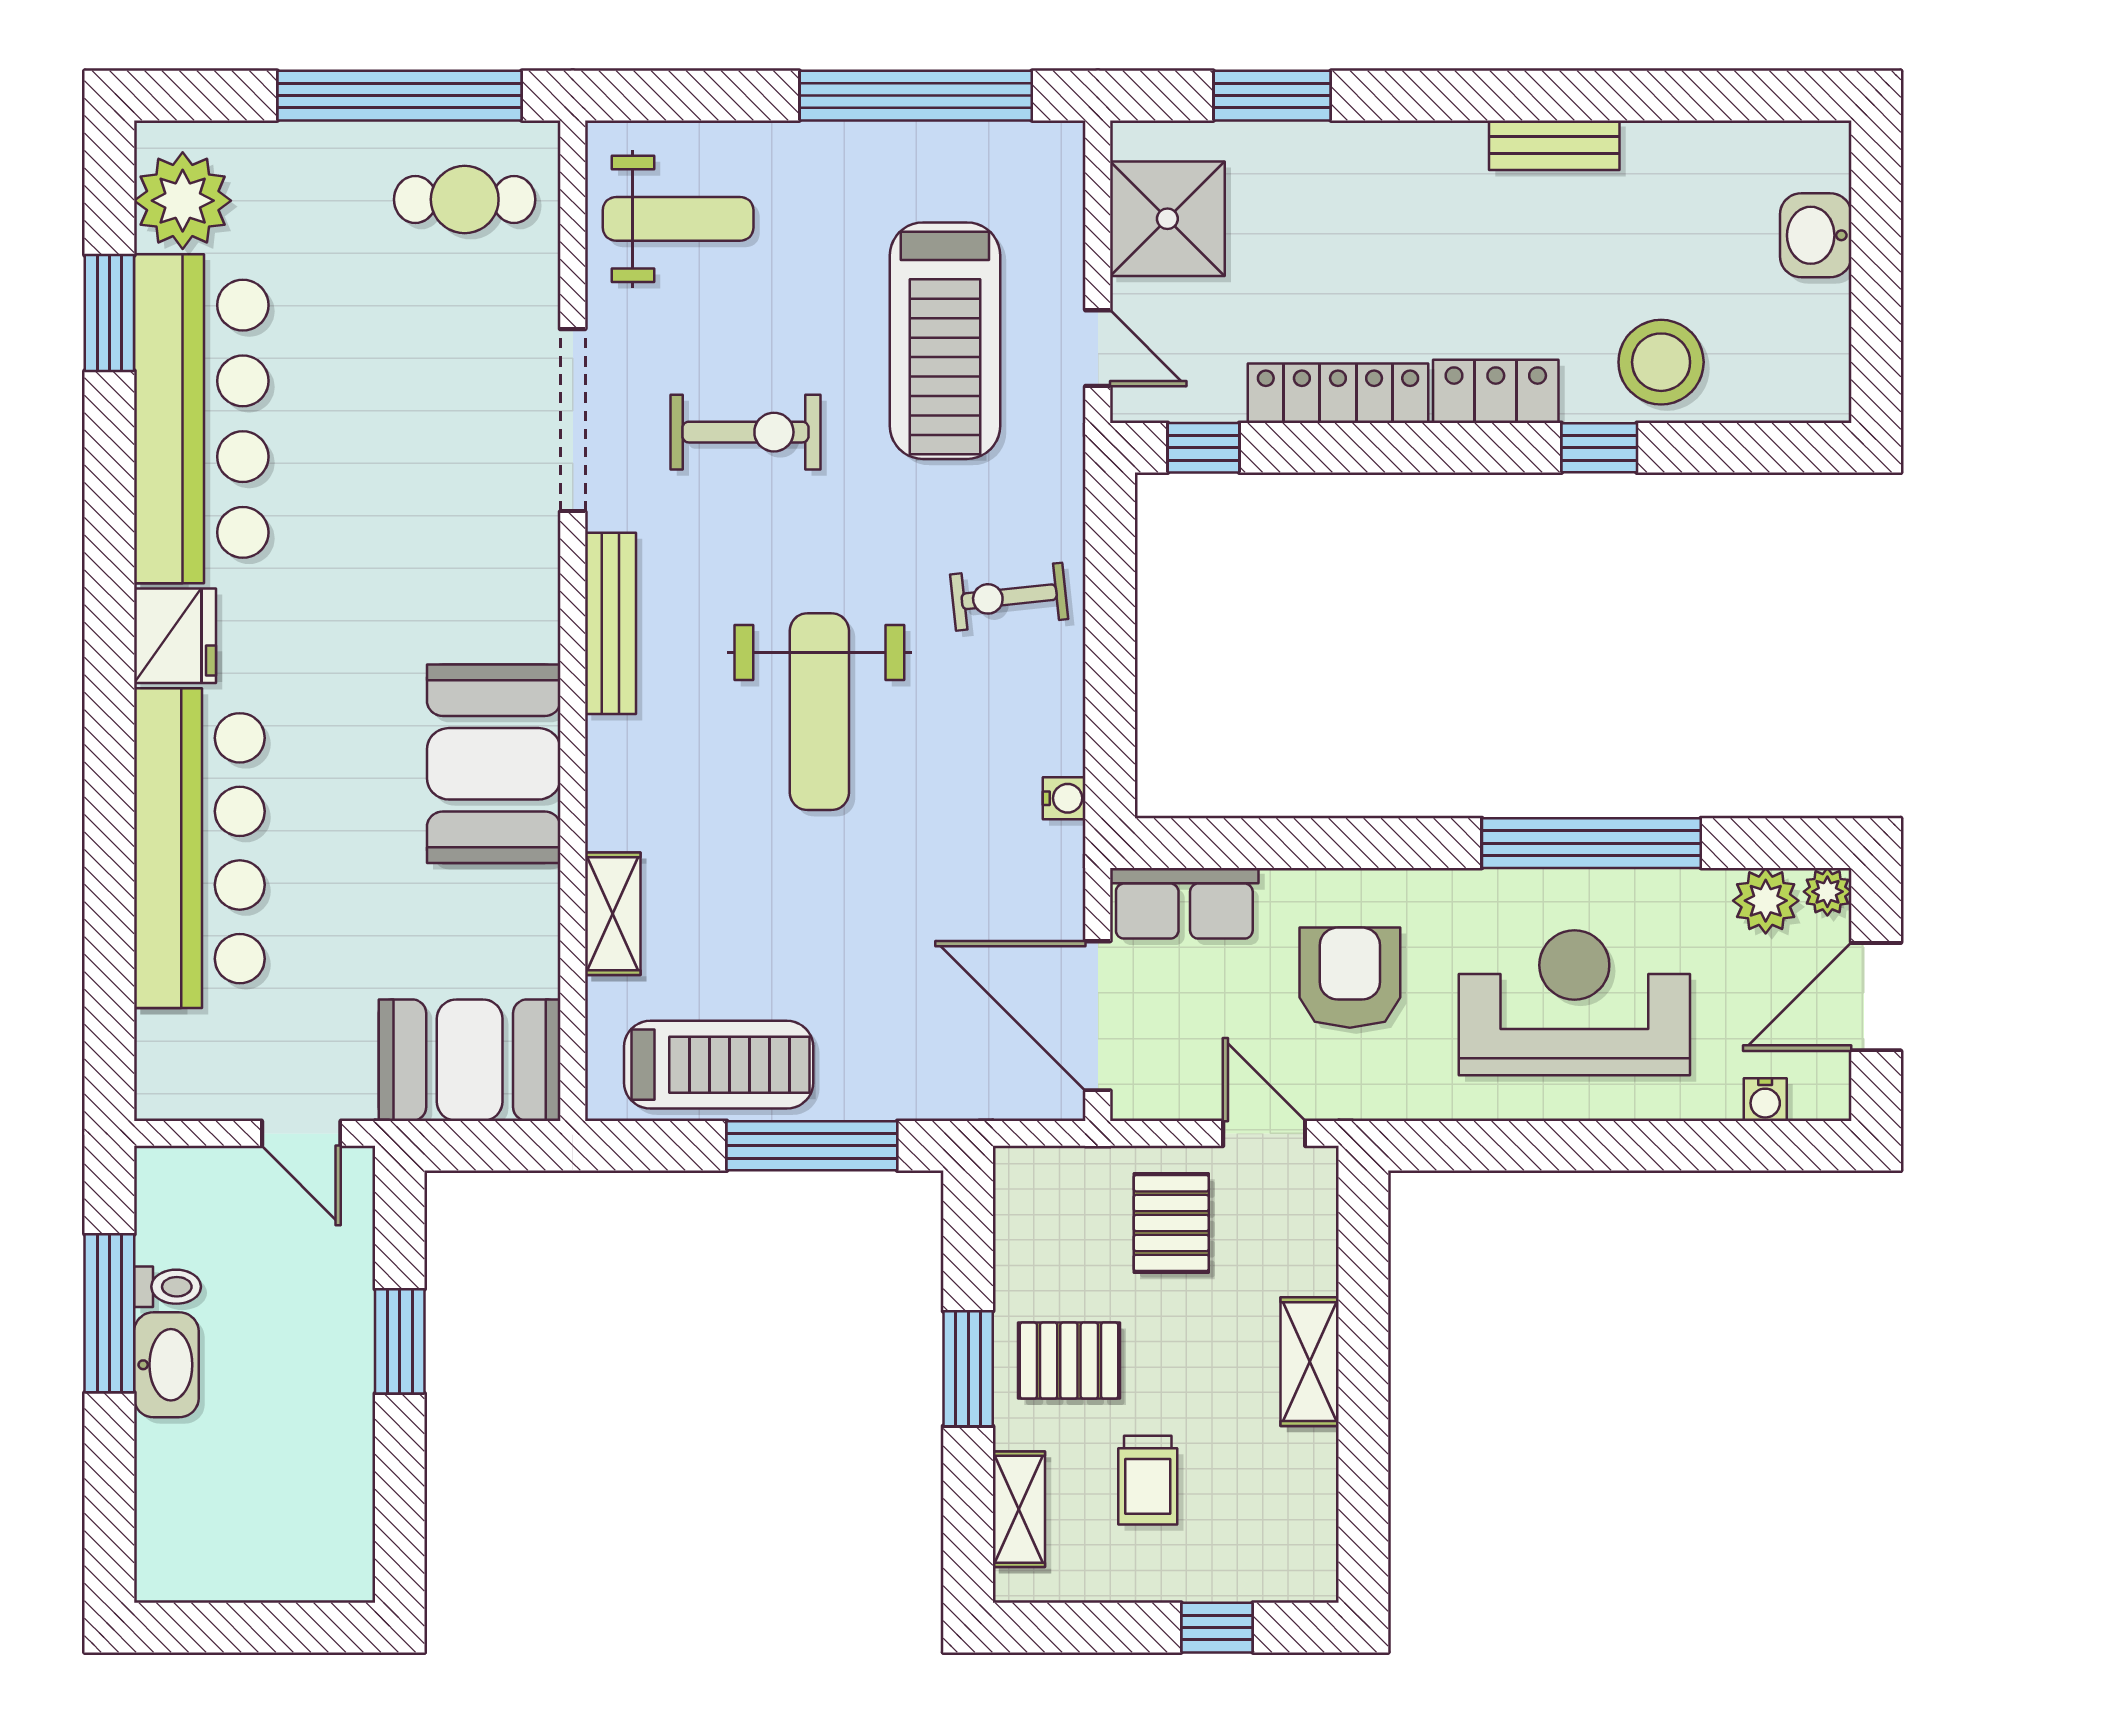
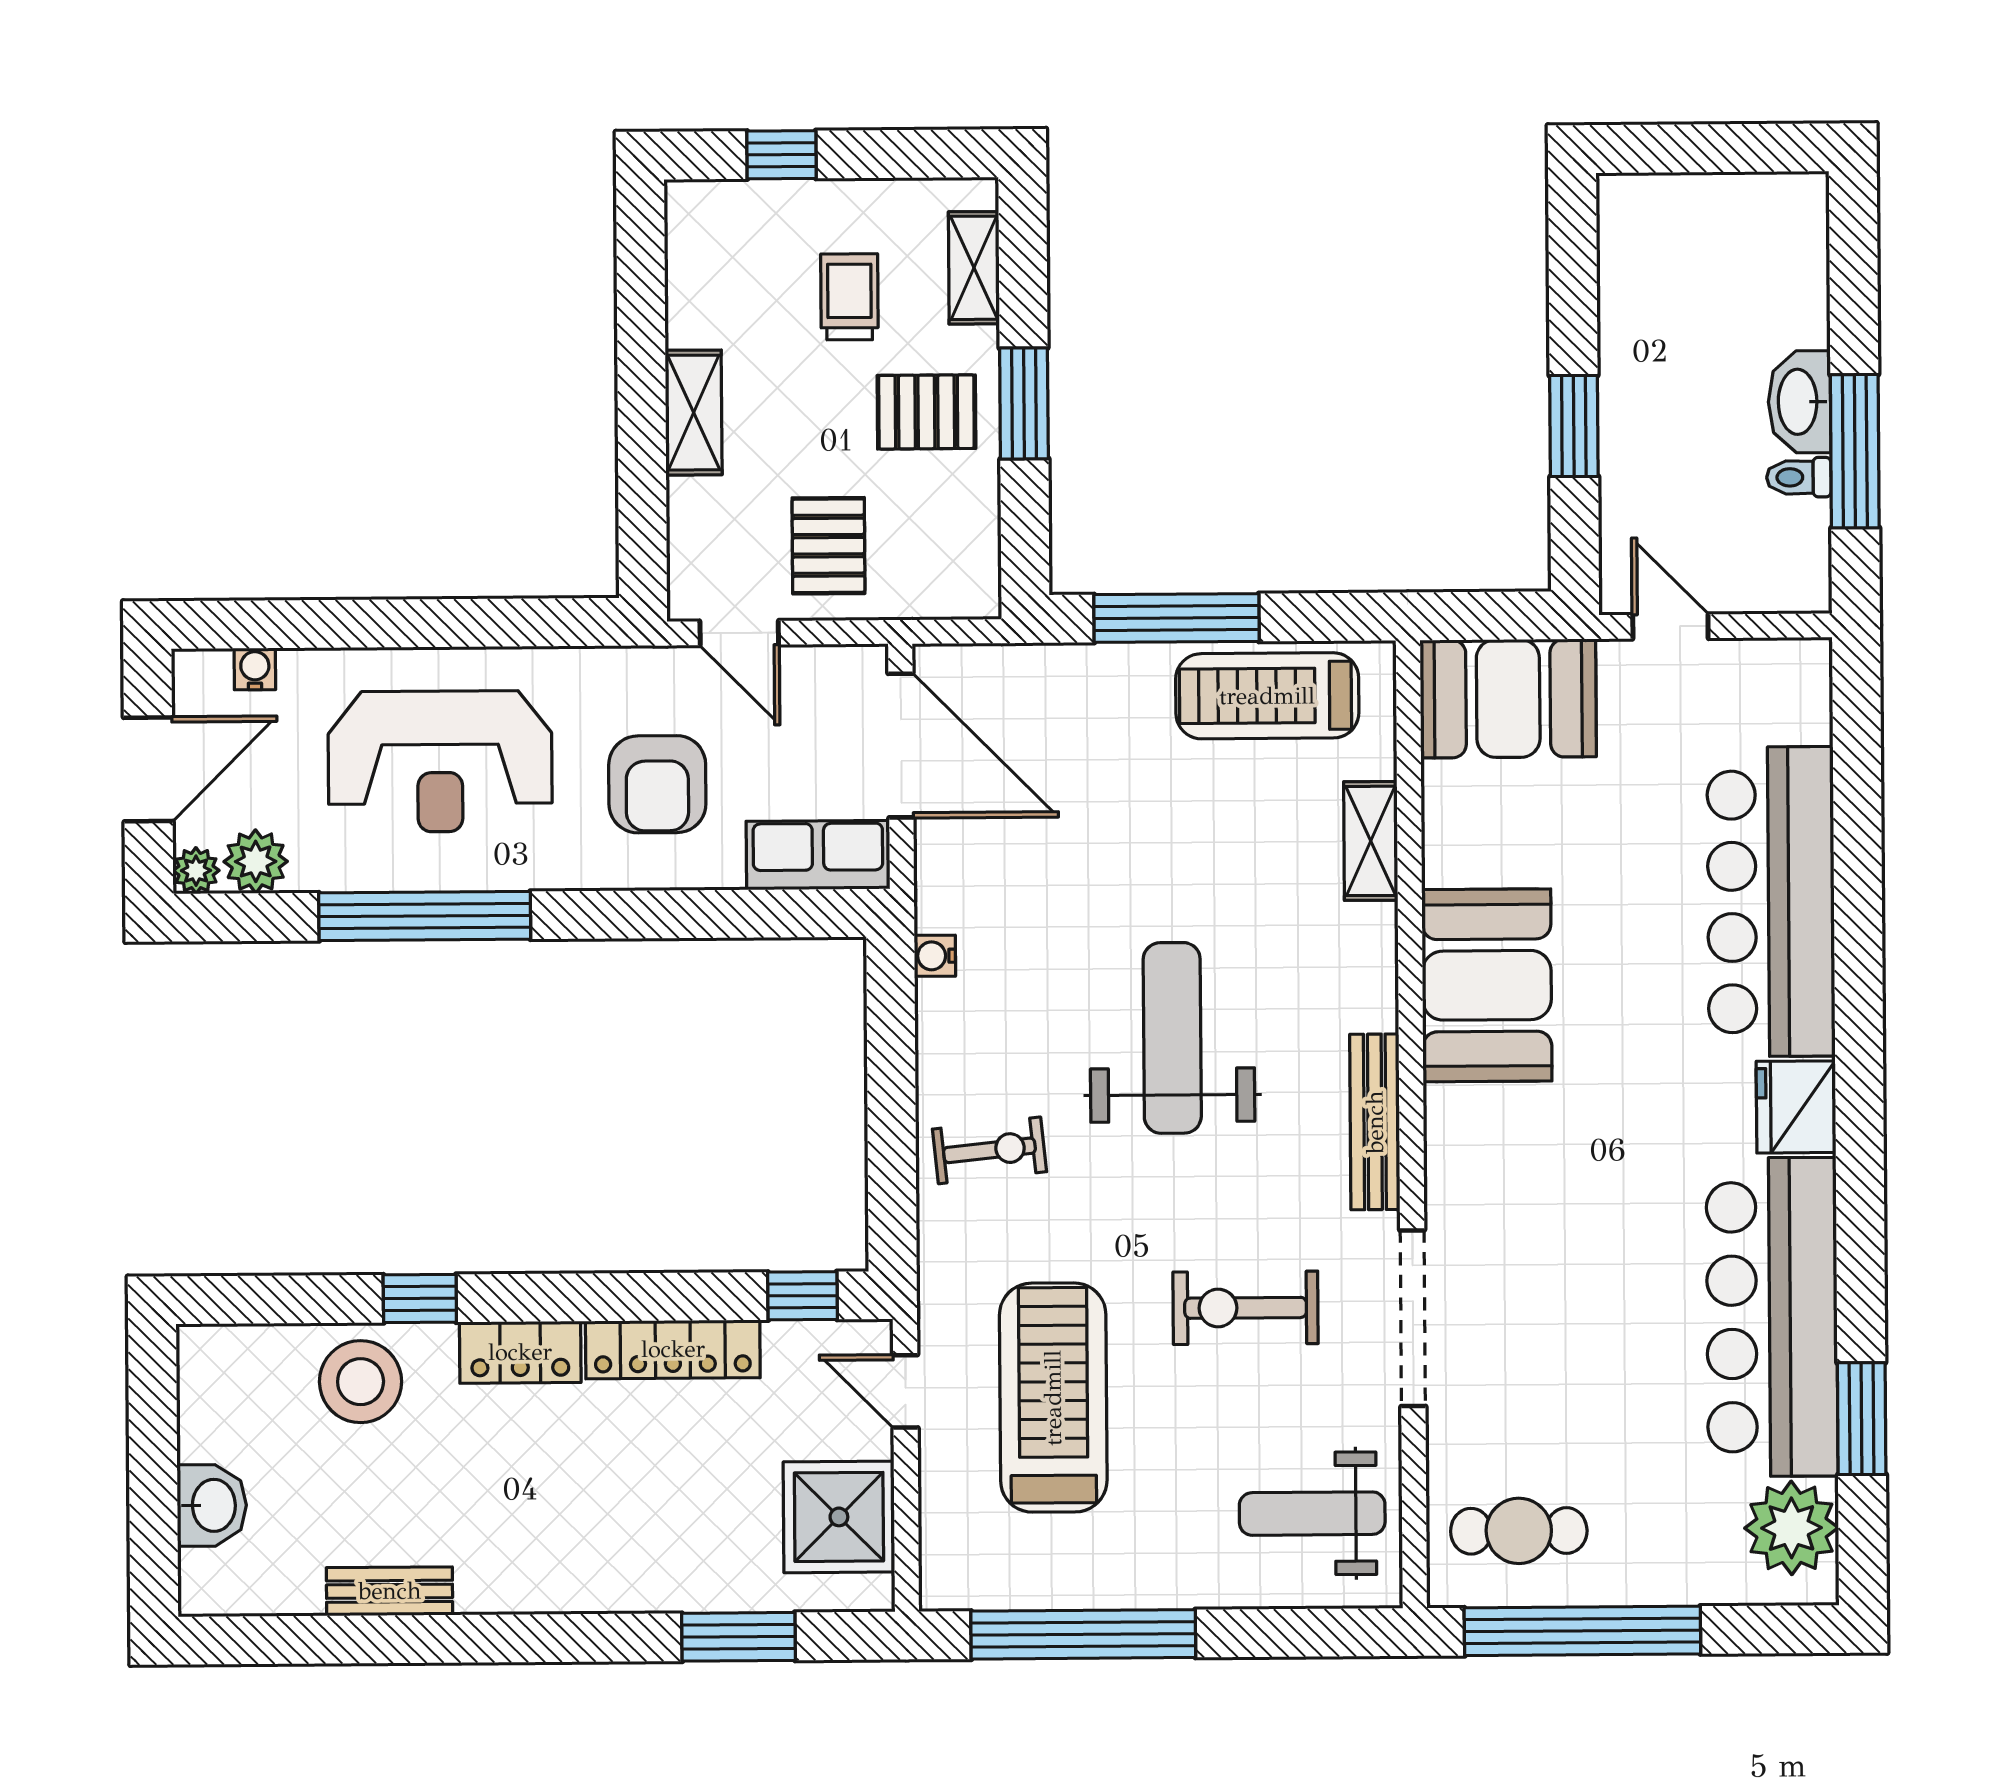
bench: (1554, 145) -> (390, 1591), moved

